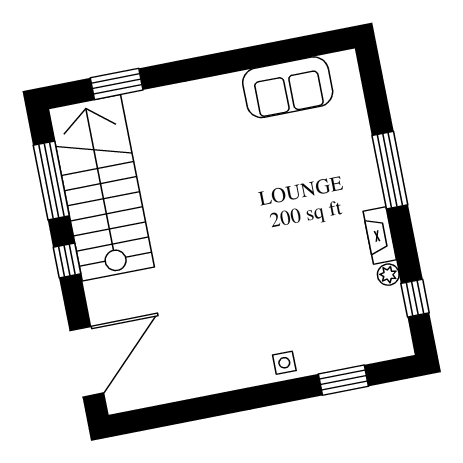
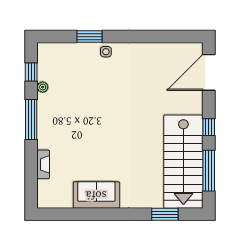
sofa: (288, 87) -> (96, 195), moved
window: (390, 170) -> (31, 120), moved
fireplace: (380, 235) -> (43, 164), moved
window: (343, 380) -> (90, 37), moved

